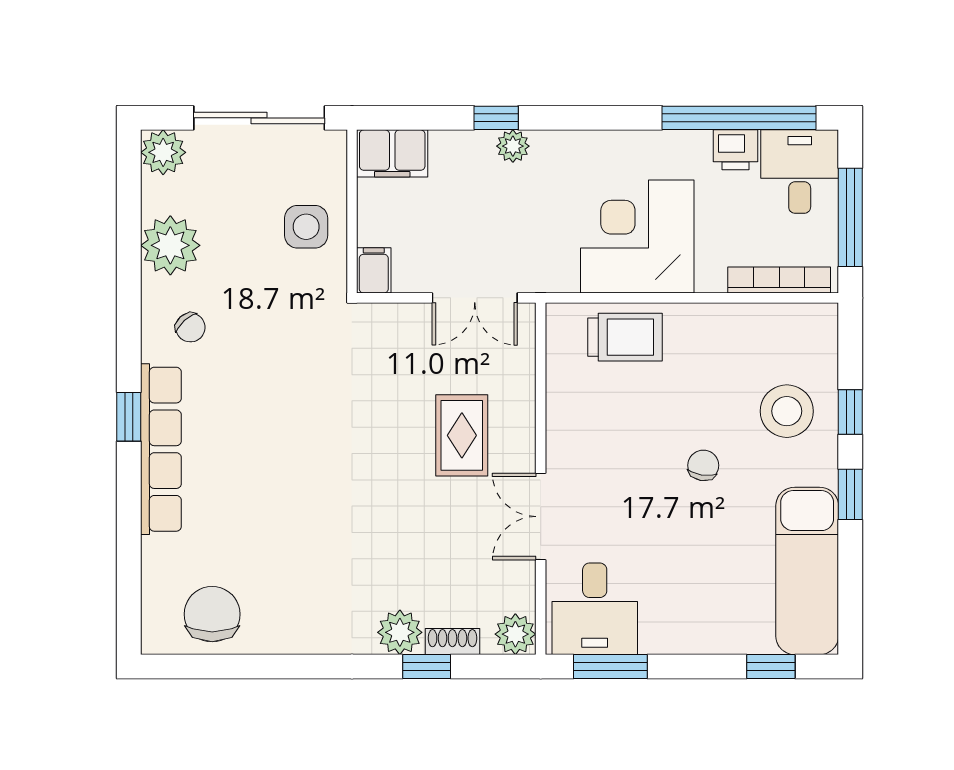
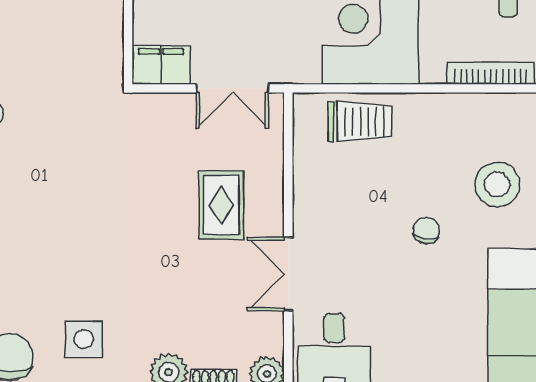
side table: (306, 227) -> (84, 339), moved
filing cabinet: (374, 270) -> (161, 65), width x2.00

